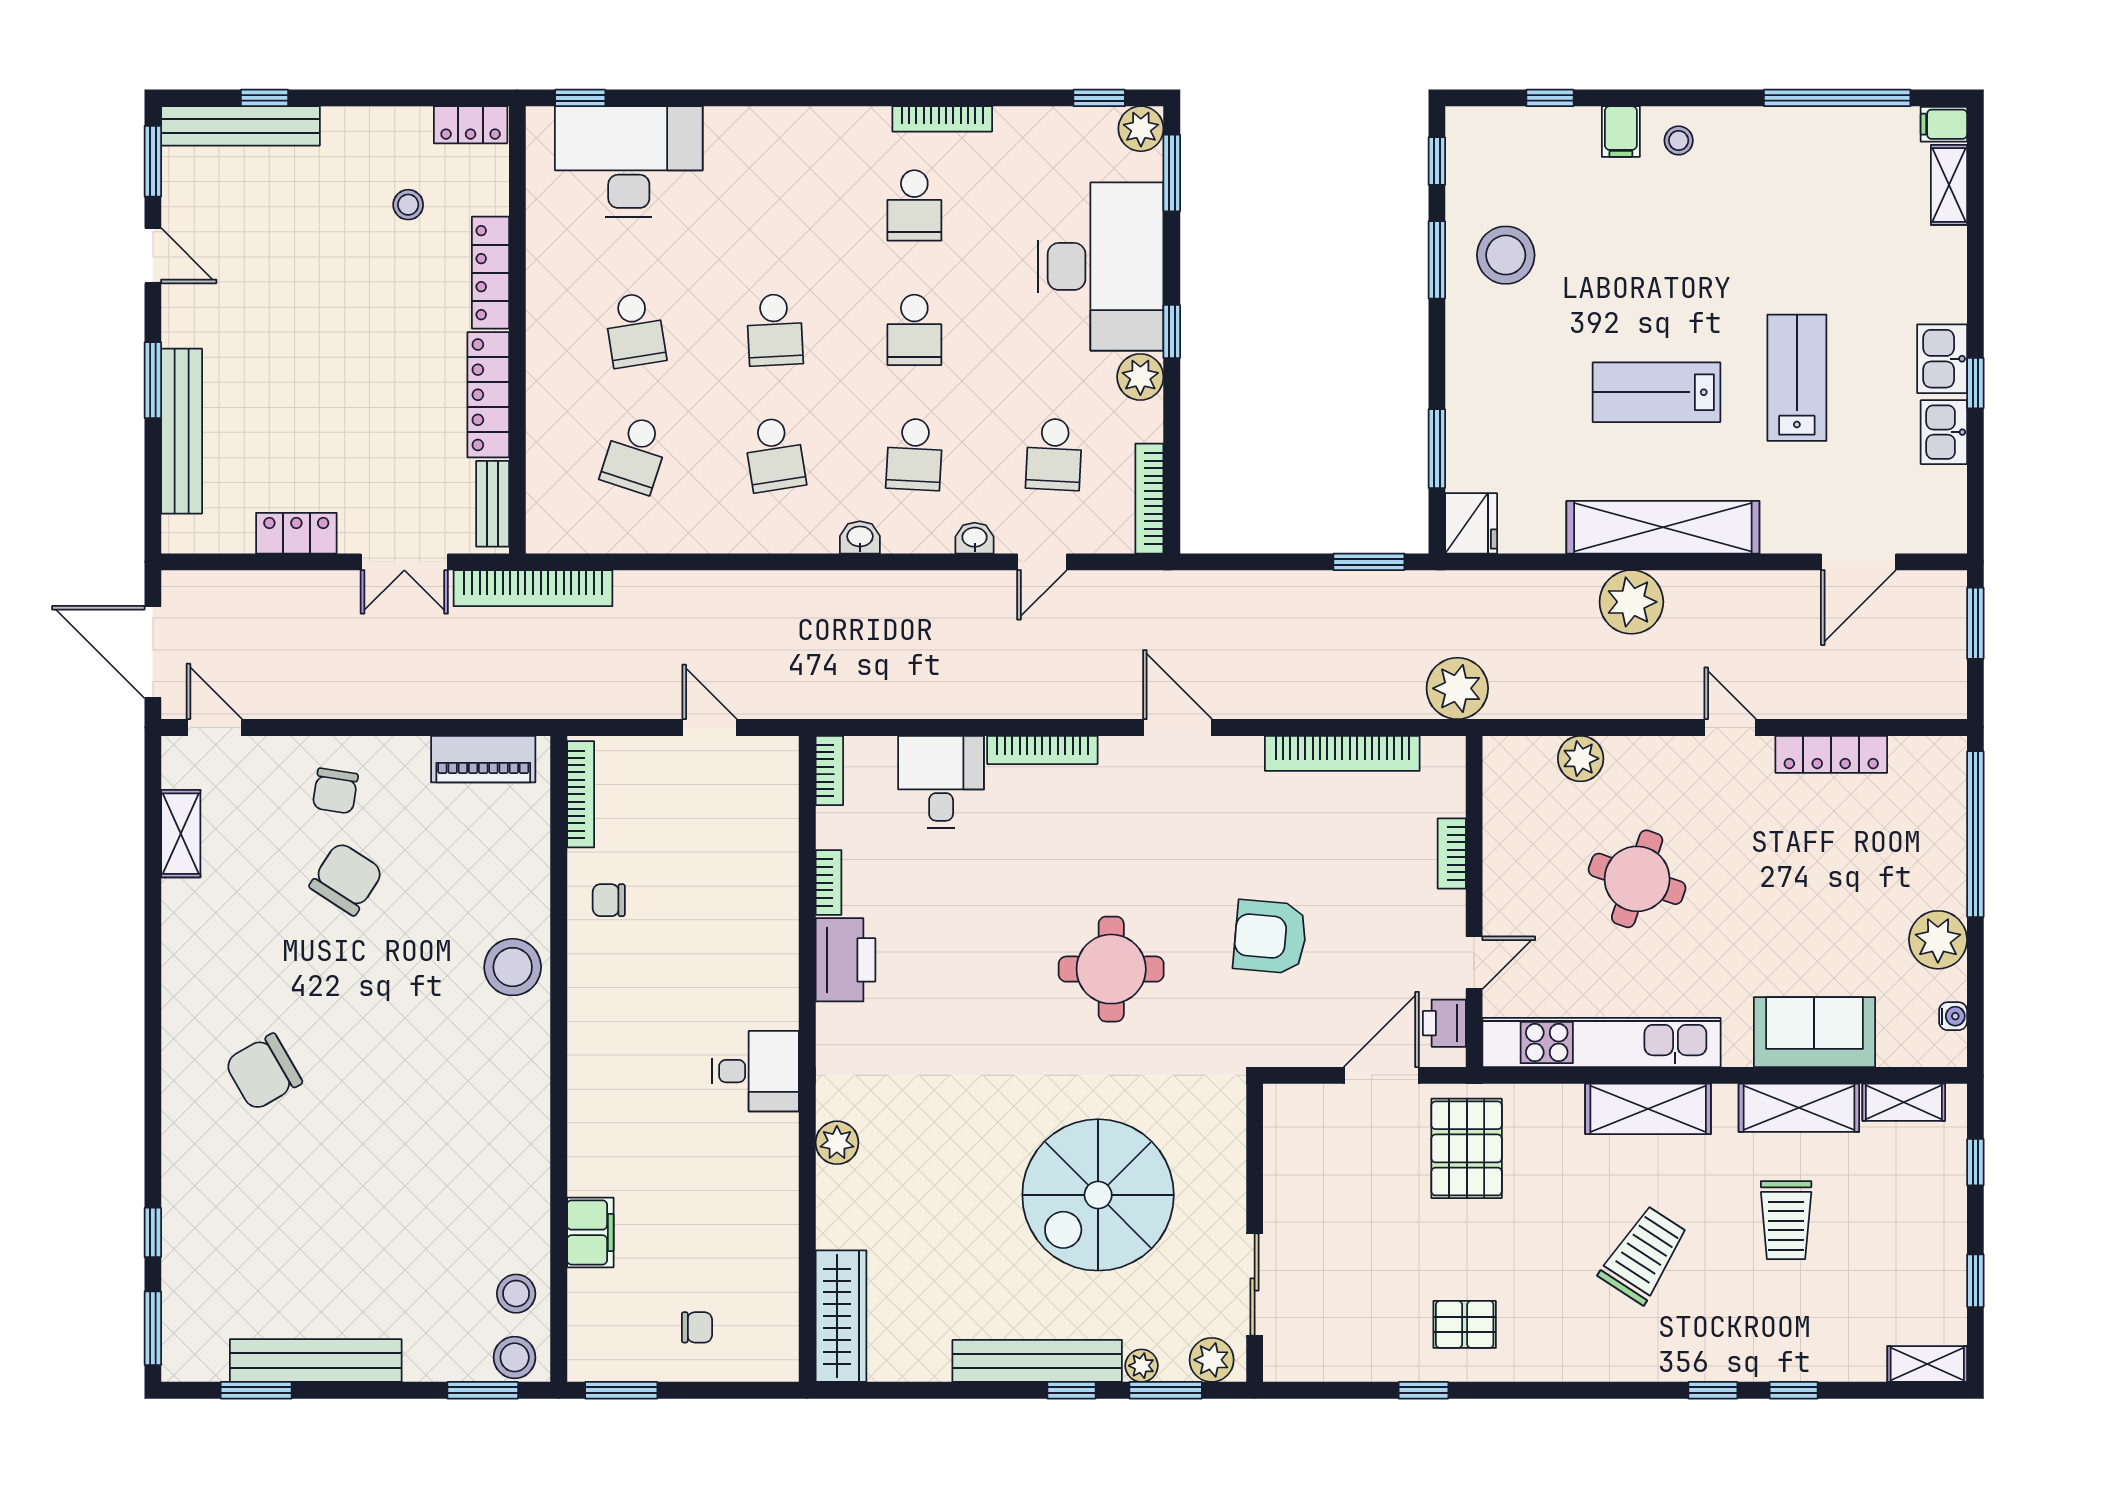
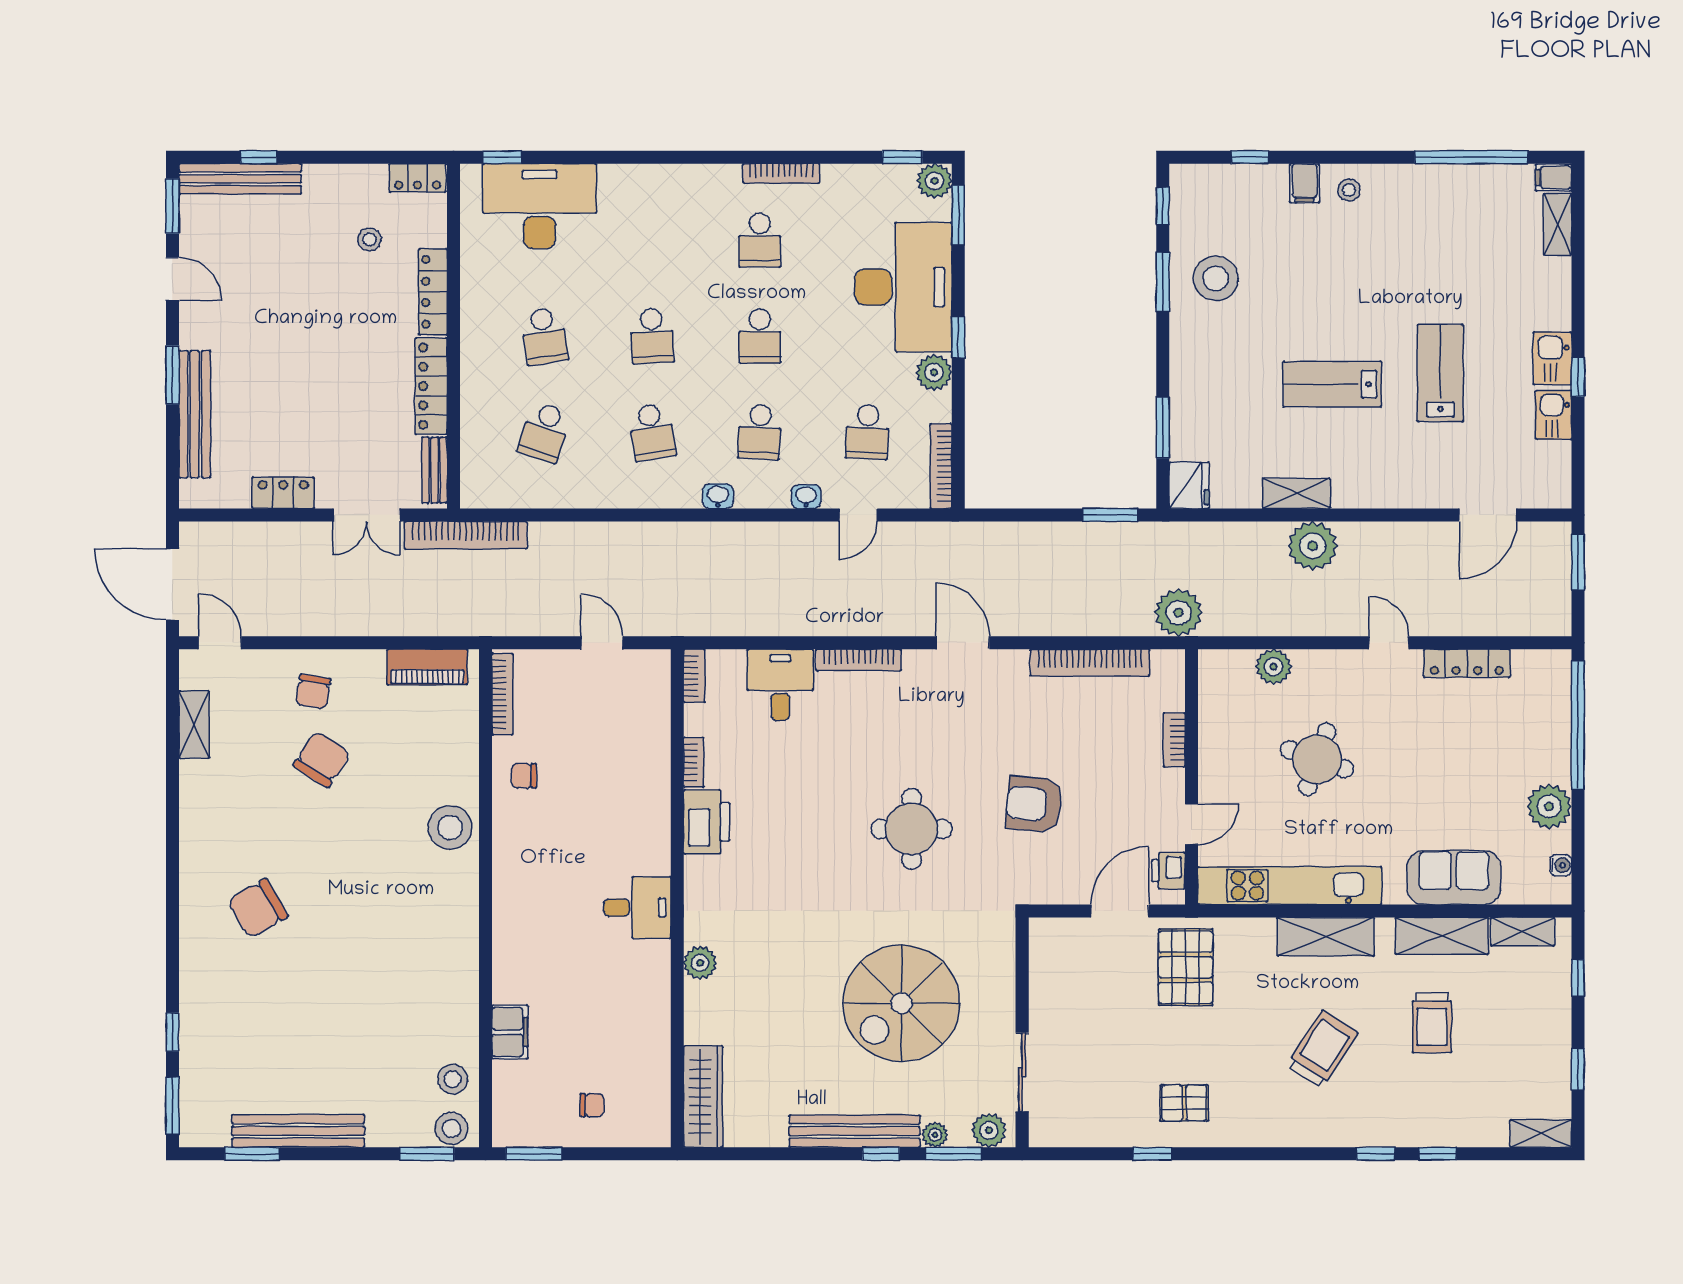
shelving: (1663, 527) -> (1296, 493), width x0.45, depth x0.75

